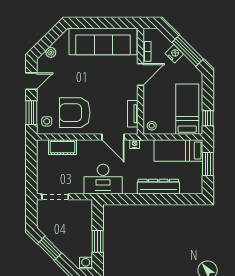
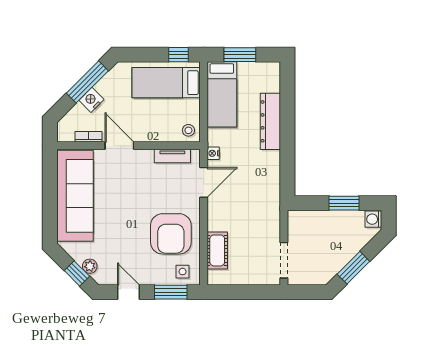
window: (45, 43) -> (77, 273), added
desk: (103, 179) -> (260, 196), removed

